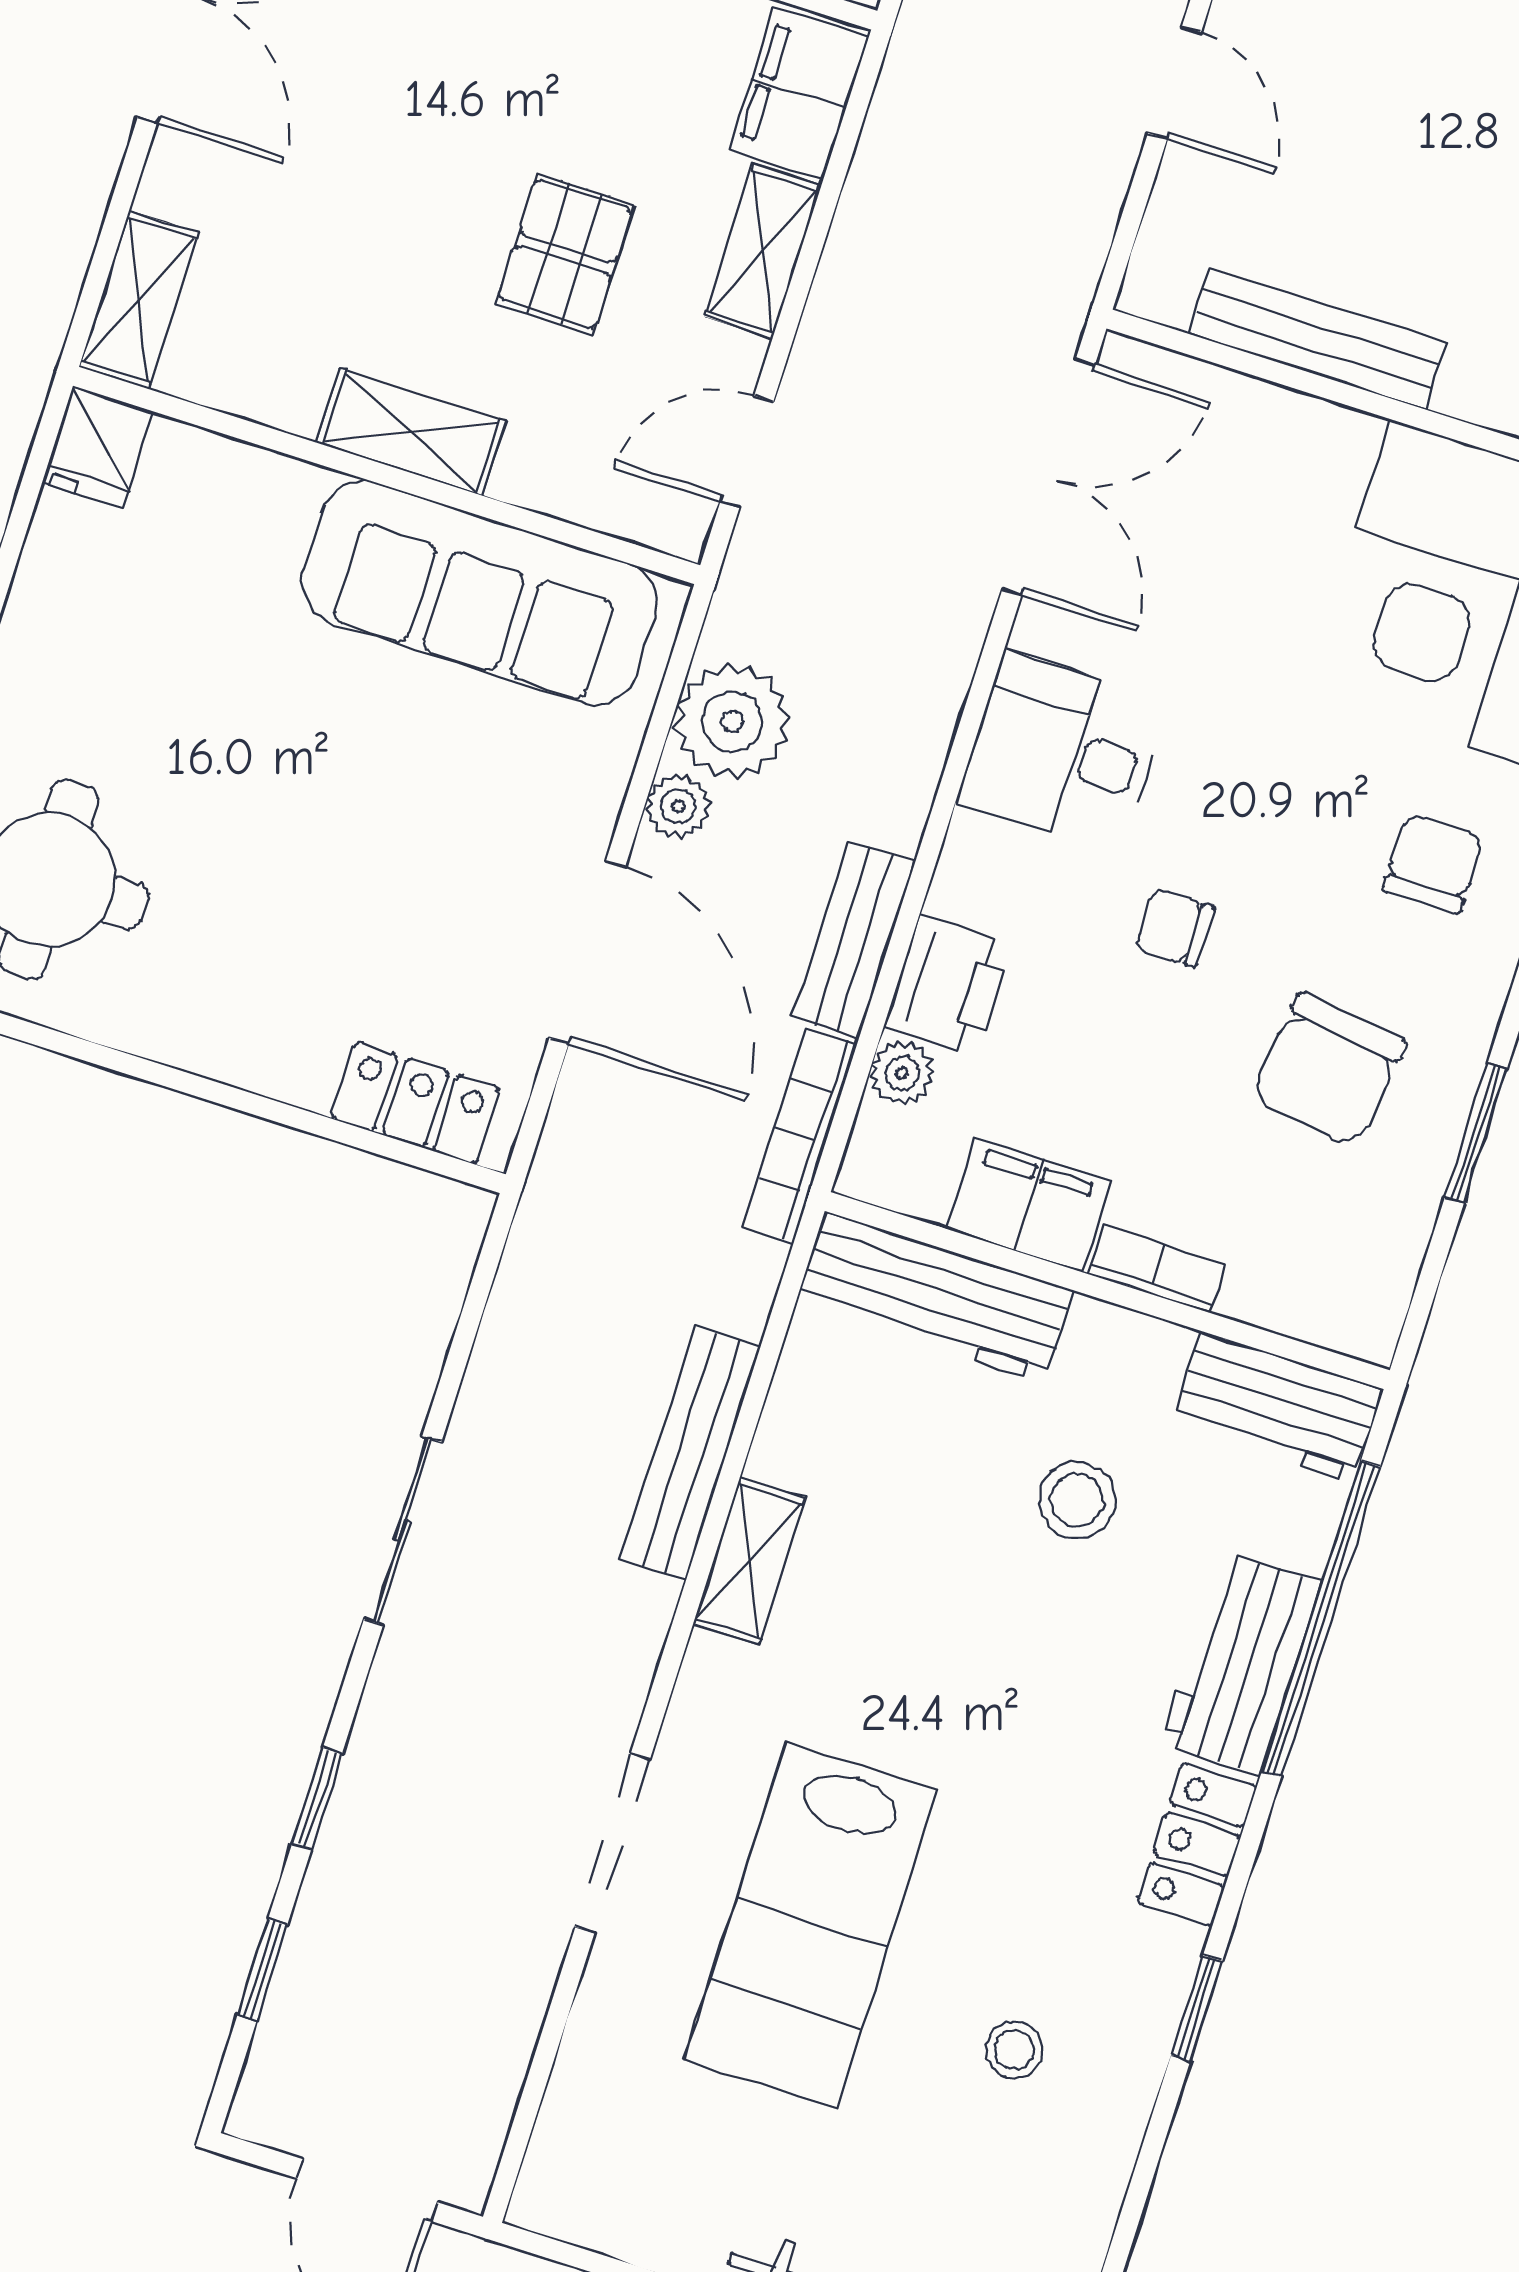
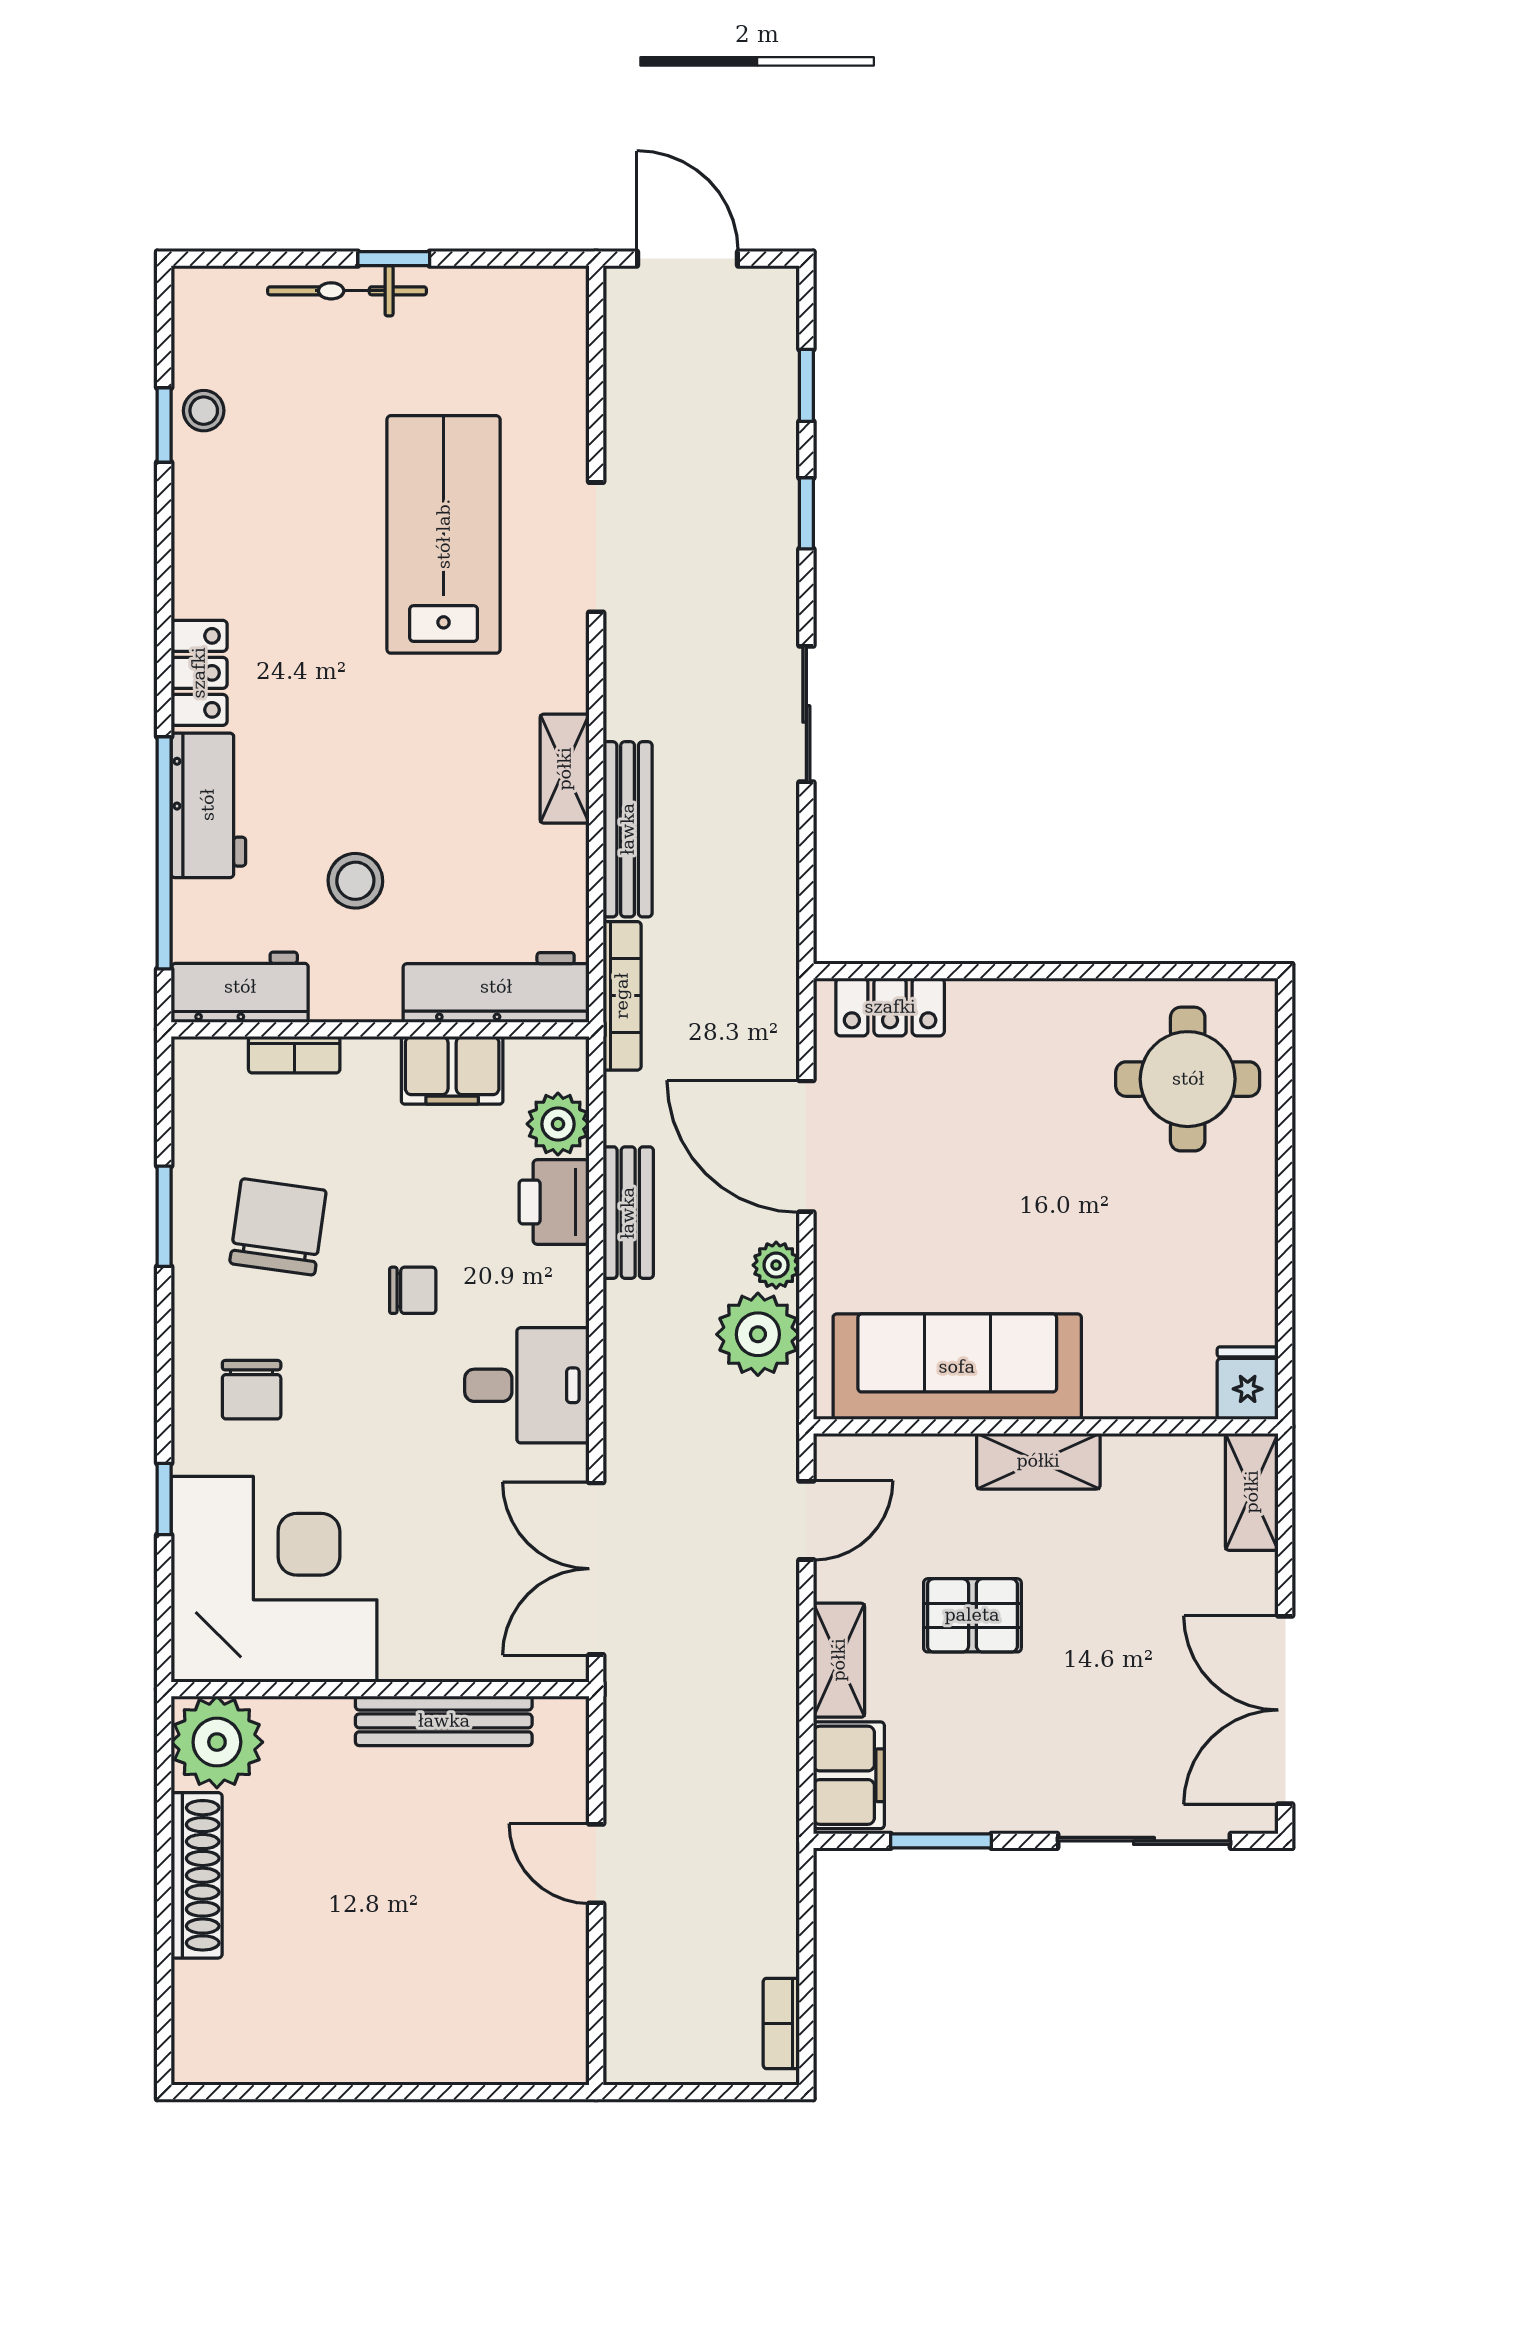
pallet: (565, 254) -> (972, 1615), turned 90
plant: (902, 1073) -> (558, 1124), width x1.38, depth x1.38
bookcase: (800, 1136) -> (622, 996), moved
bookcase: (1157, 1269) -> (294, 1055), moved
window: (1197, 2008) -> (164, 425), moved
stool: (1014, 2050) -> (204, 411), moved

